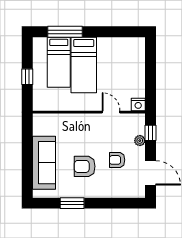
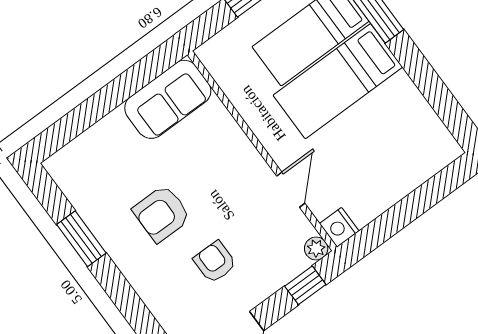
plant: (140, 141) -> (316, 248), moved
sofa: (44, 163) -> (168, 99), moved, width x0.73
armchair: (85, 166) -> (162, 214), turned -90

